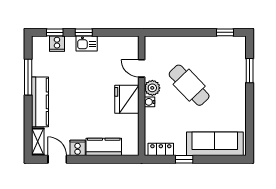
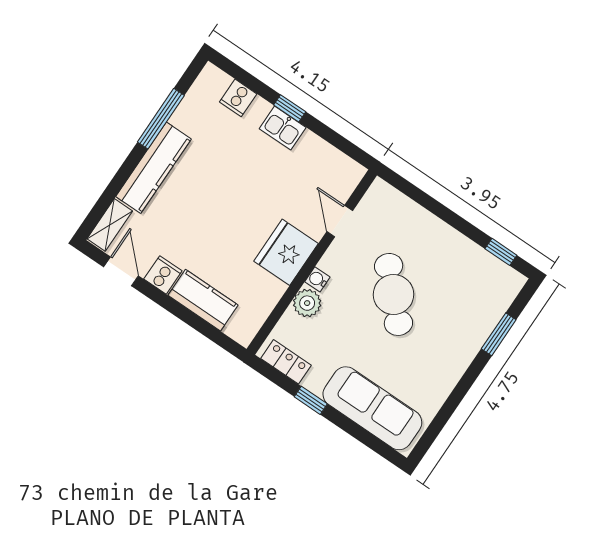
window: (55, 32) -> (246, 79), removed
plant: (152, 88) -> (307, 303), moved

